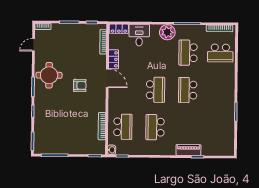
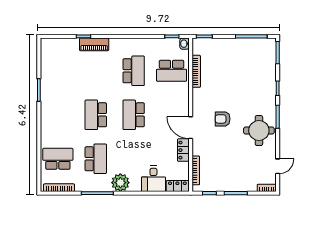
school desk: (188, 90) -> (96, 115), turned 180
school desk: (123, 127) -> (172, 71), turned -90

